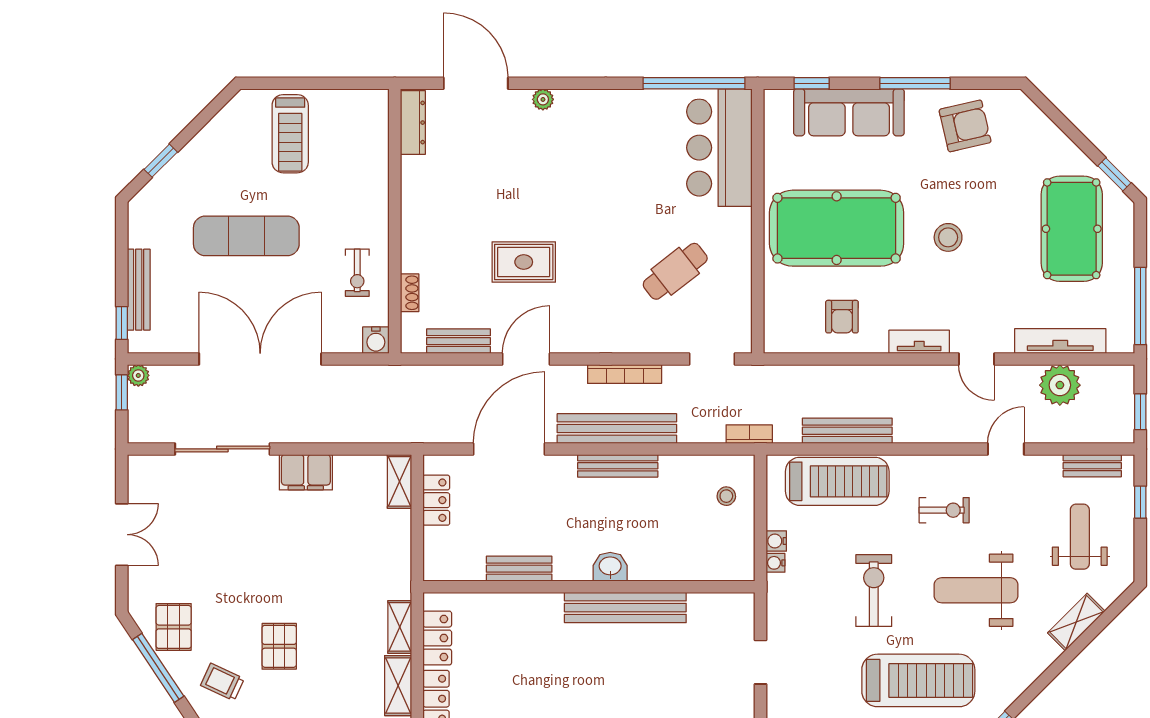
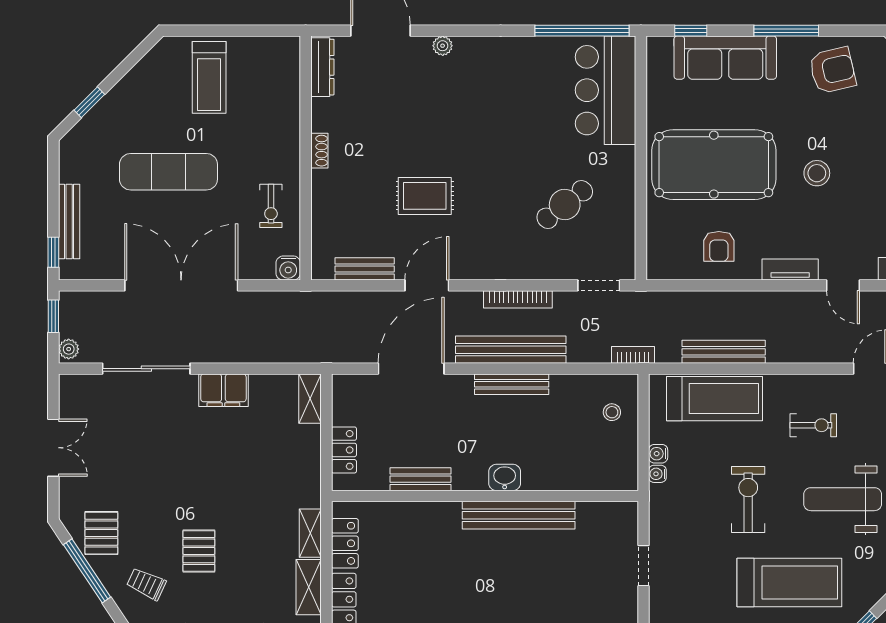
shoe rack: (410, 293) -> (319, 151), moved
plant: (138, 375) -> (69, 349), moved
locker: (436, 500) -> (344, 450), moved

